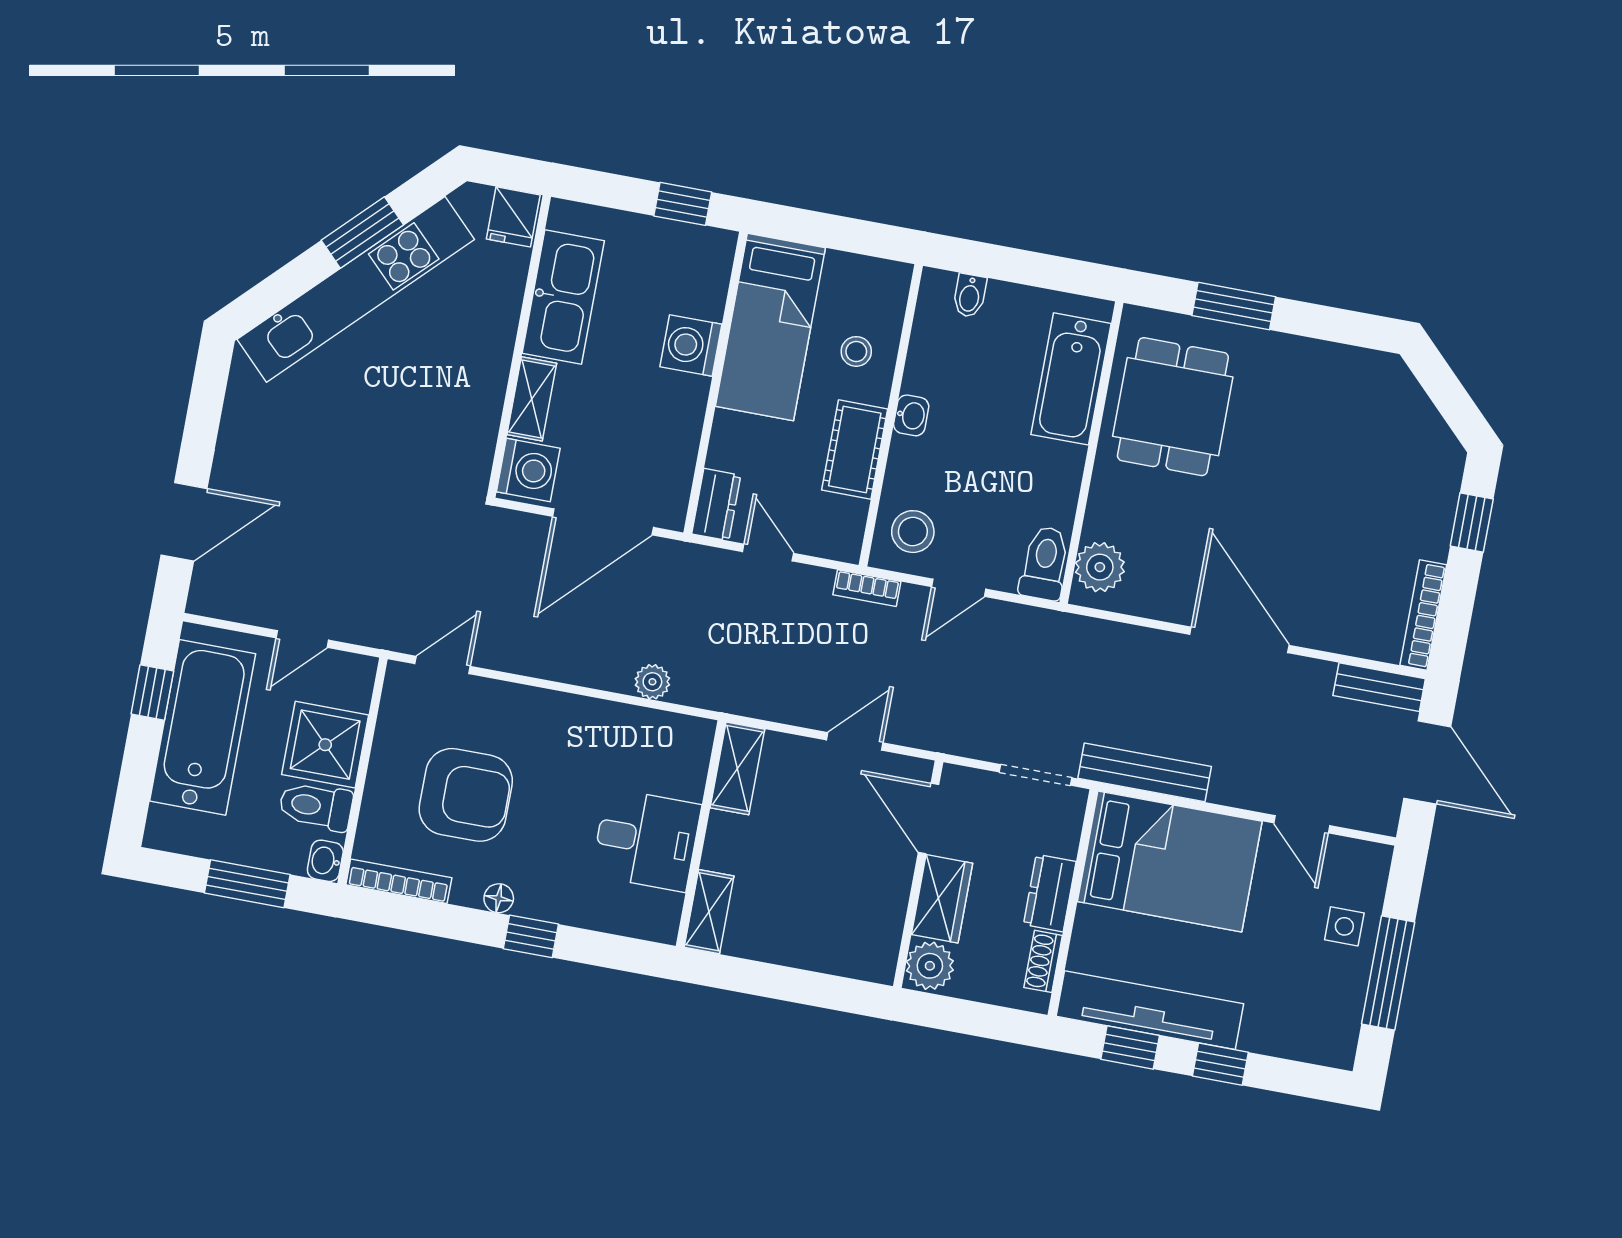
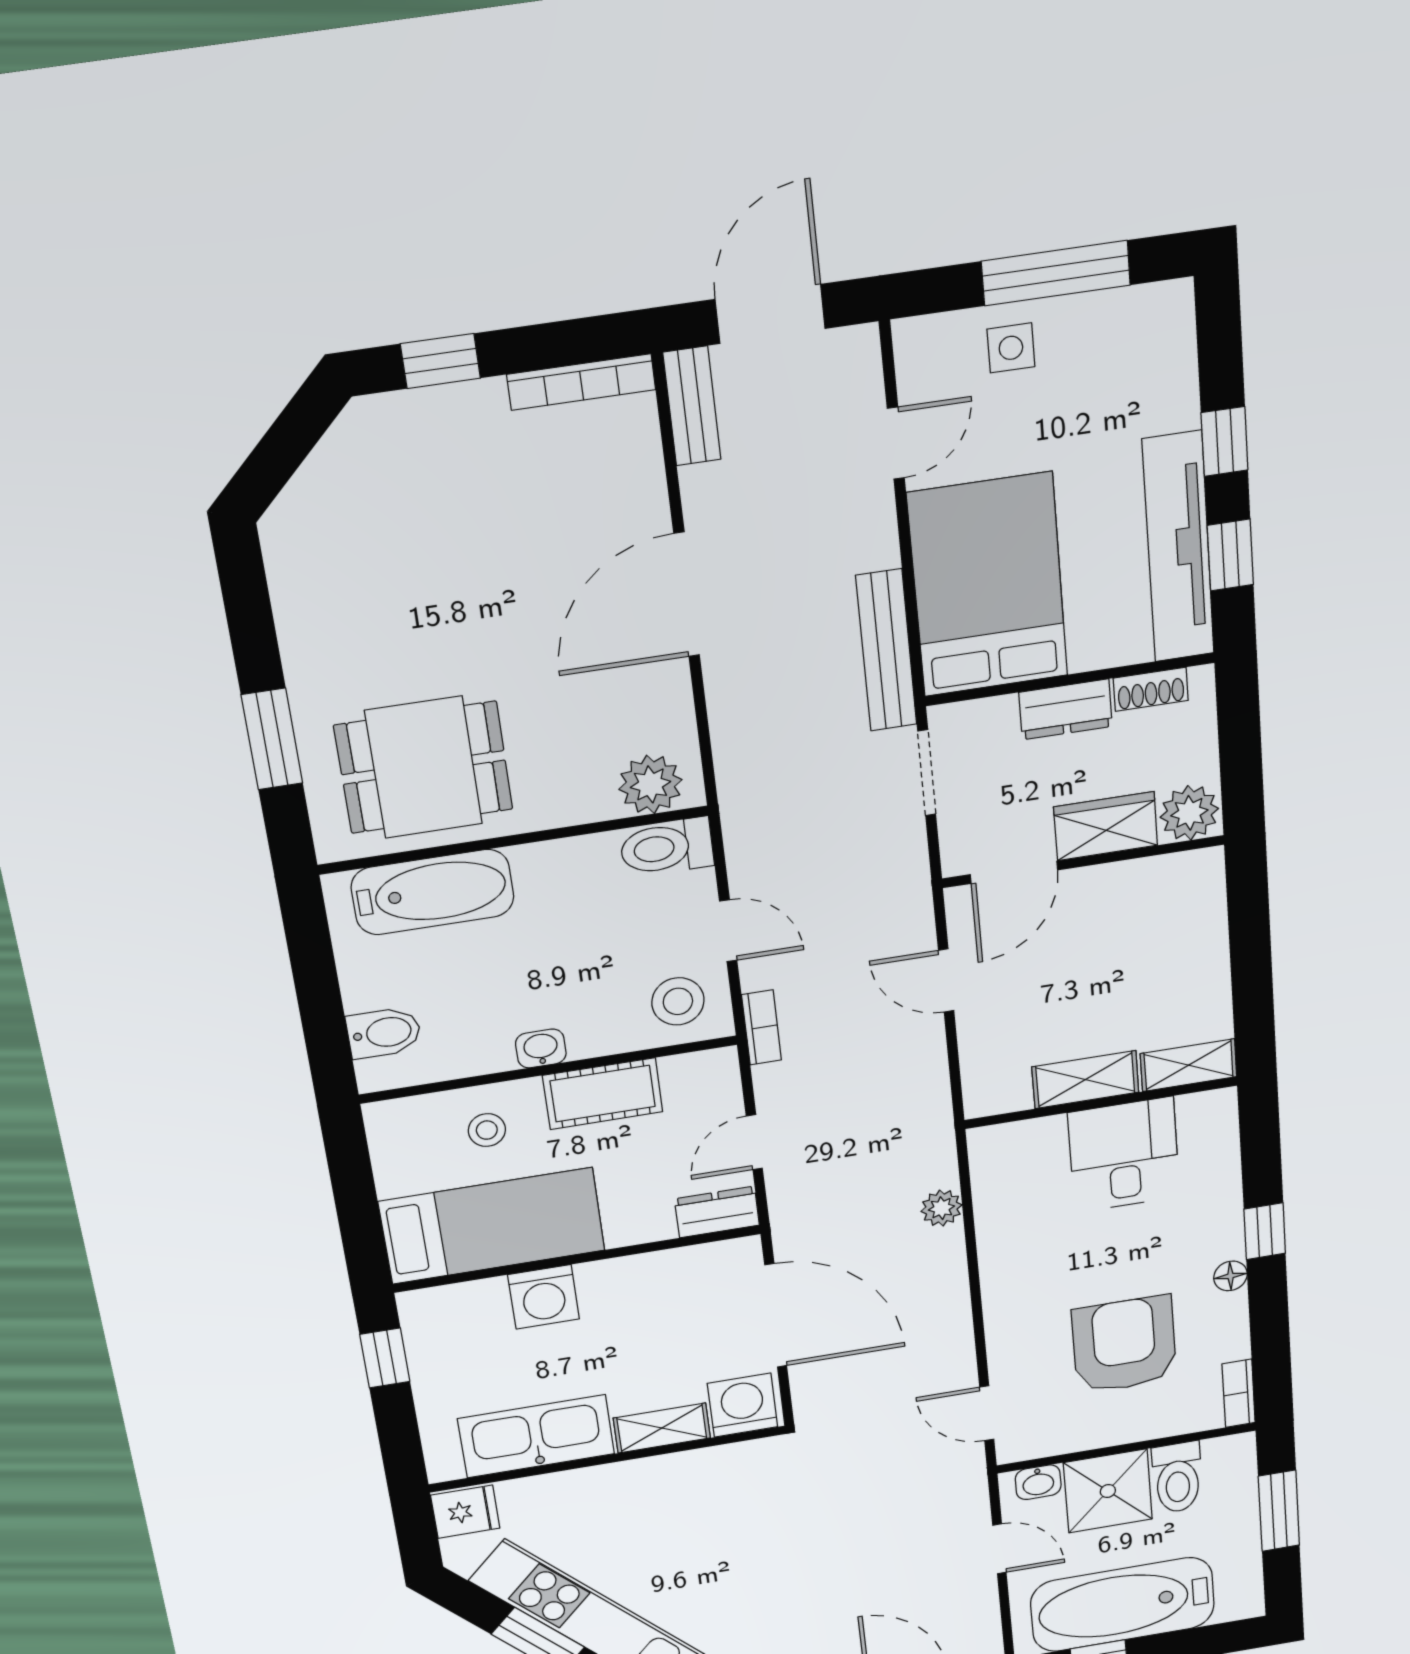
bidet: (970, 296) -> (384, 1033), width x1.38, depth x1.36
shelving: (737, 768) -> (1085, 1080), moved
washbasin: (325, 861) -> (1038, 1482), moved
bookcase: (399, 881) -> (1239, 1393), width x0.64

